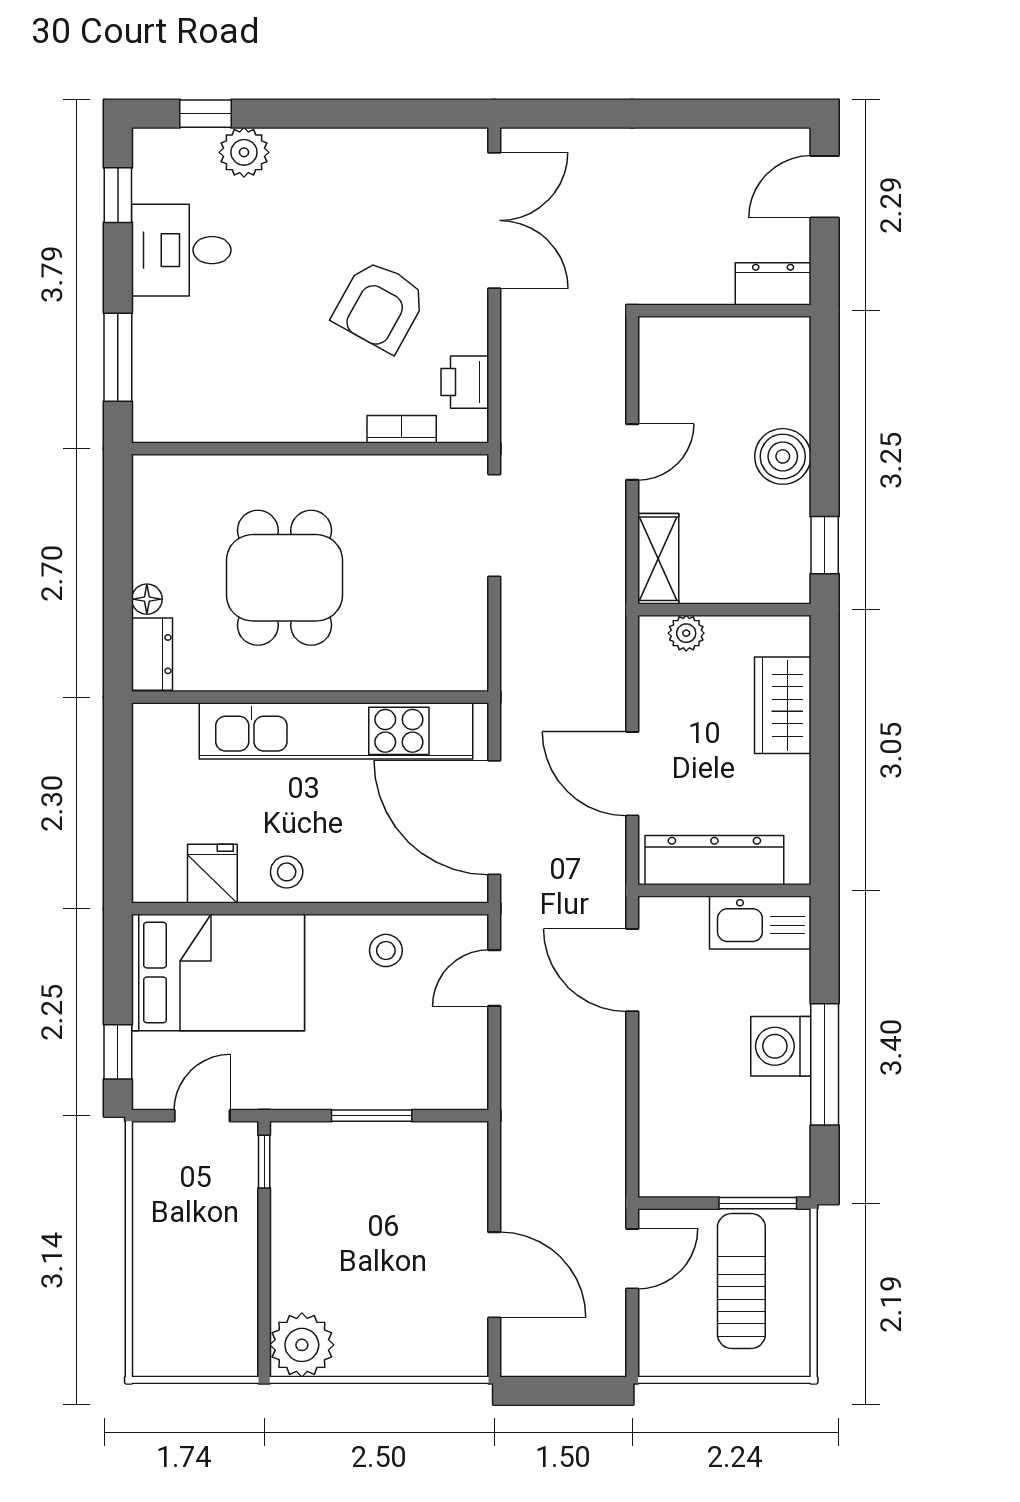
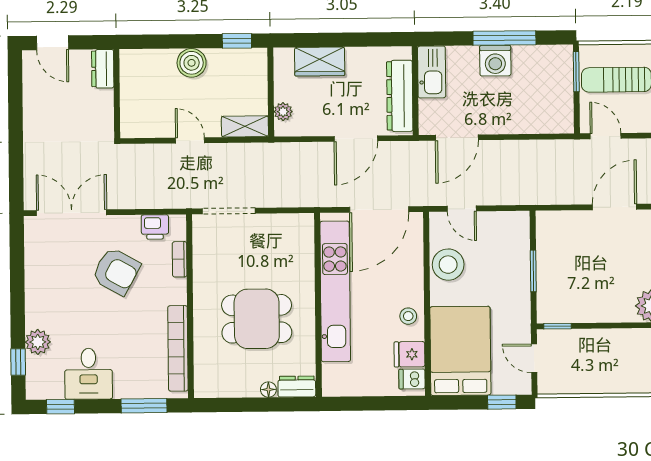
bookcase: (229, 424) -> (178, 348), added
dishwasher: (164, 878) -> (412, 379), added
stool: (386, 950) -> (448, 265), width x1.89, depth x1.89

